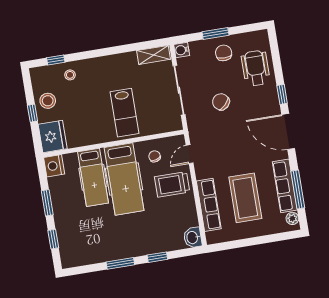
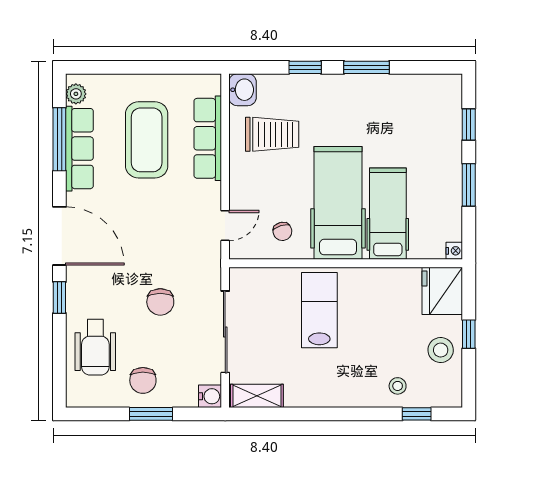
chair: (221, 102) -> (160, 302), turned 45
nightstand: (54, 166) -> (454, 251), width x0.53, depth x0.56
trolley: (172, 184) -> (272, 134), moved

